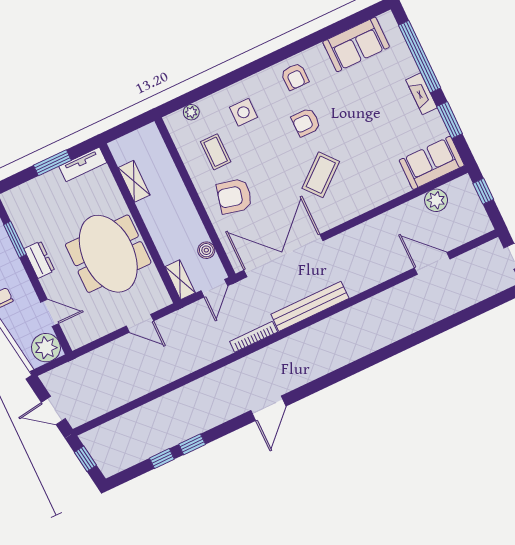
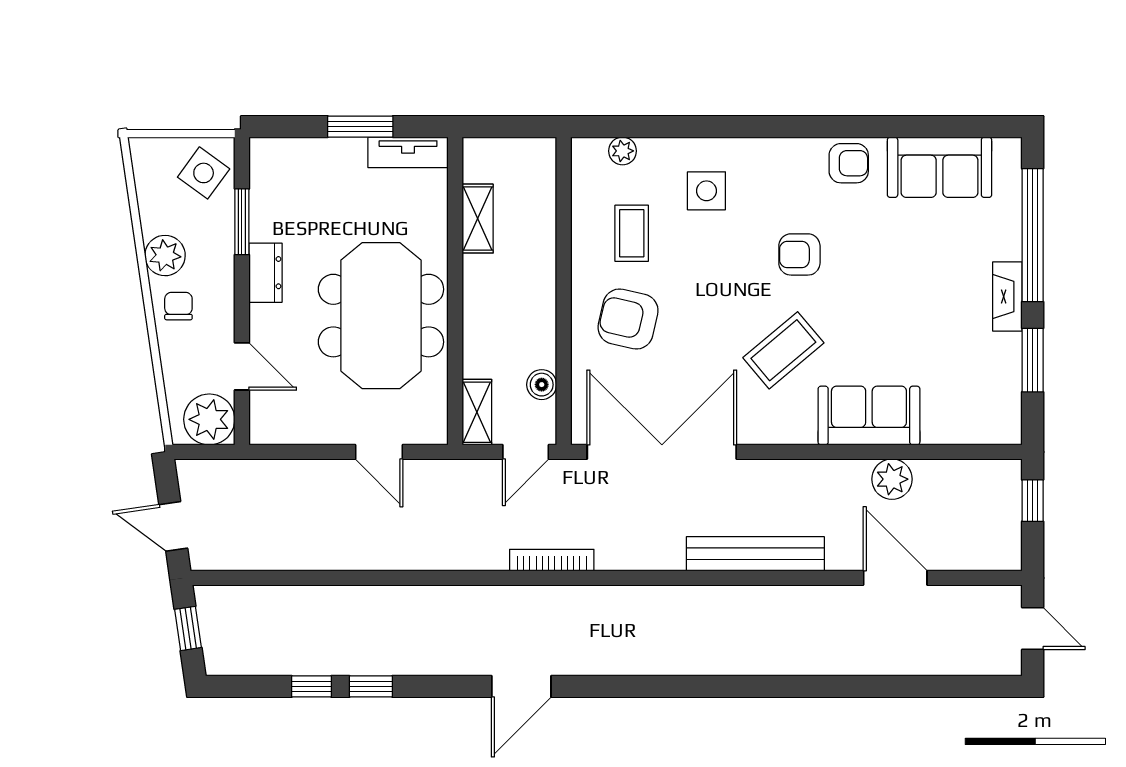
armchair: (295, 77) -> (849, 163), moved, turned -90
sofa: (432, 163) -> (869, 416), moved
plant: (436, 200) -> (892, 479), moved
bench: (310, 306) -> (755, 554), moved

